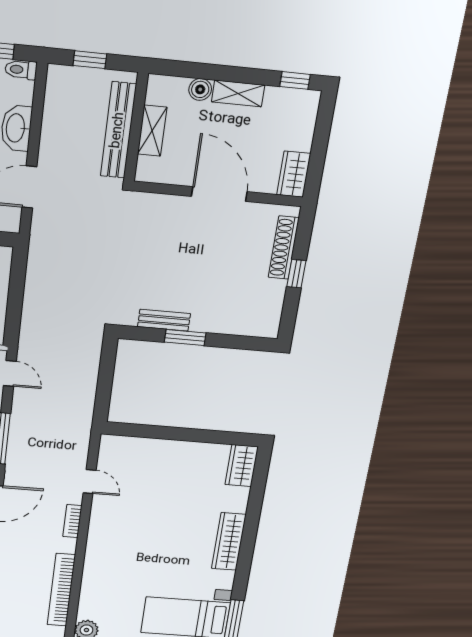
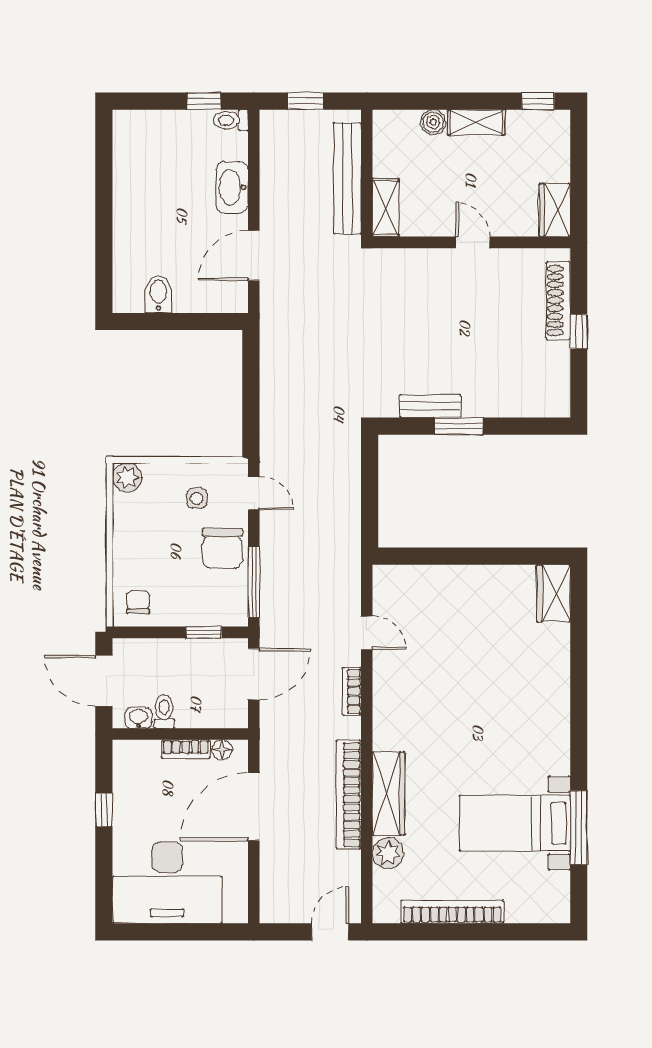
shelving: (152, 131) -> (386, 208), moved
door: (219, 194) -> (473, 242), width x0.53
wardrobe: (229, 542) -> (389, 794), moved, turned 180

